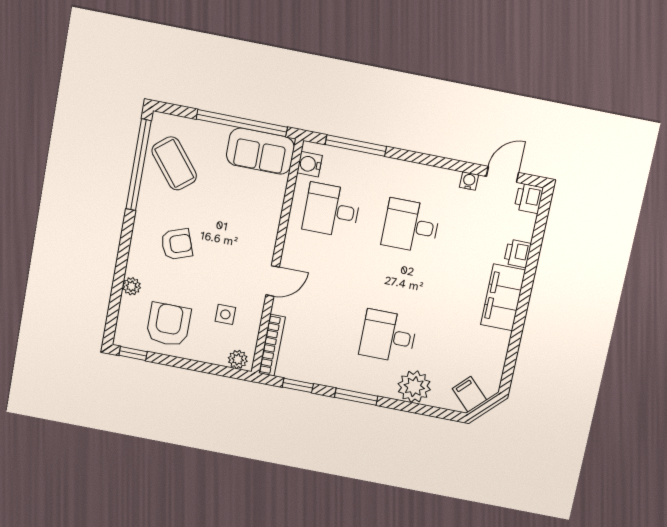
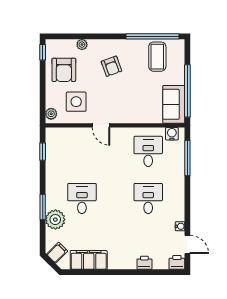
coffee table: (174, 163) -> (157, 57), turned -51
filing cabinet: (503, 297) -> (89, 260), moved
side table: (225, 314) -> (76, 102), width x1.87, depth x1.87
armchair: (168, 325) -> (64, 70), turned 90
bookcase: (272, 345) -> (63, 132), removed
window: (356, 397) -> (43, 207), moved

